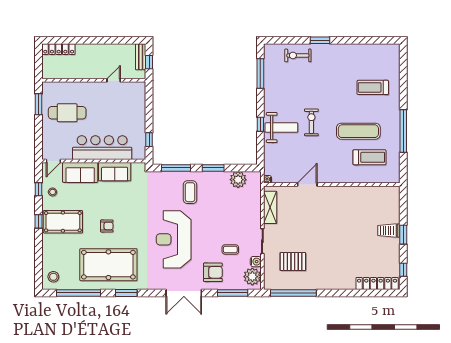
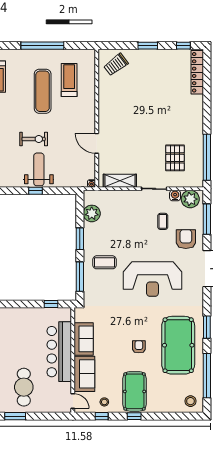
exercise bike: (311, 122) -> (34, 139), turned 180
trolley: (388, 231) -> (116, 65), moved, turned 53

